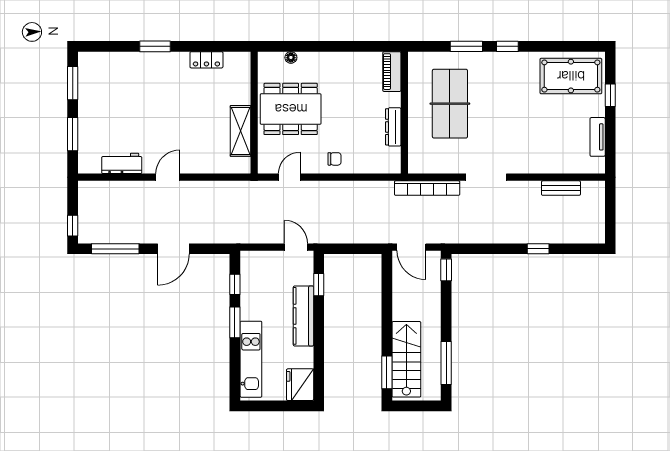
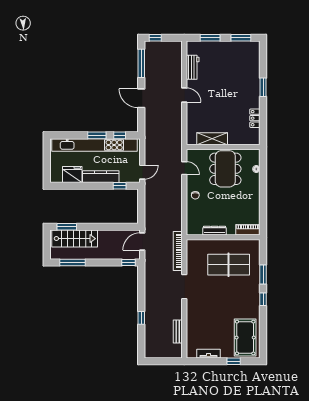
kitchen unit: (251, 359) -> (94, 145), width x1.86
fridge: (300, 385) -> (72, 175), moved

